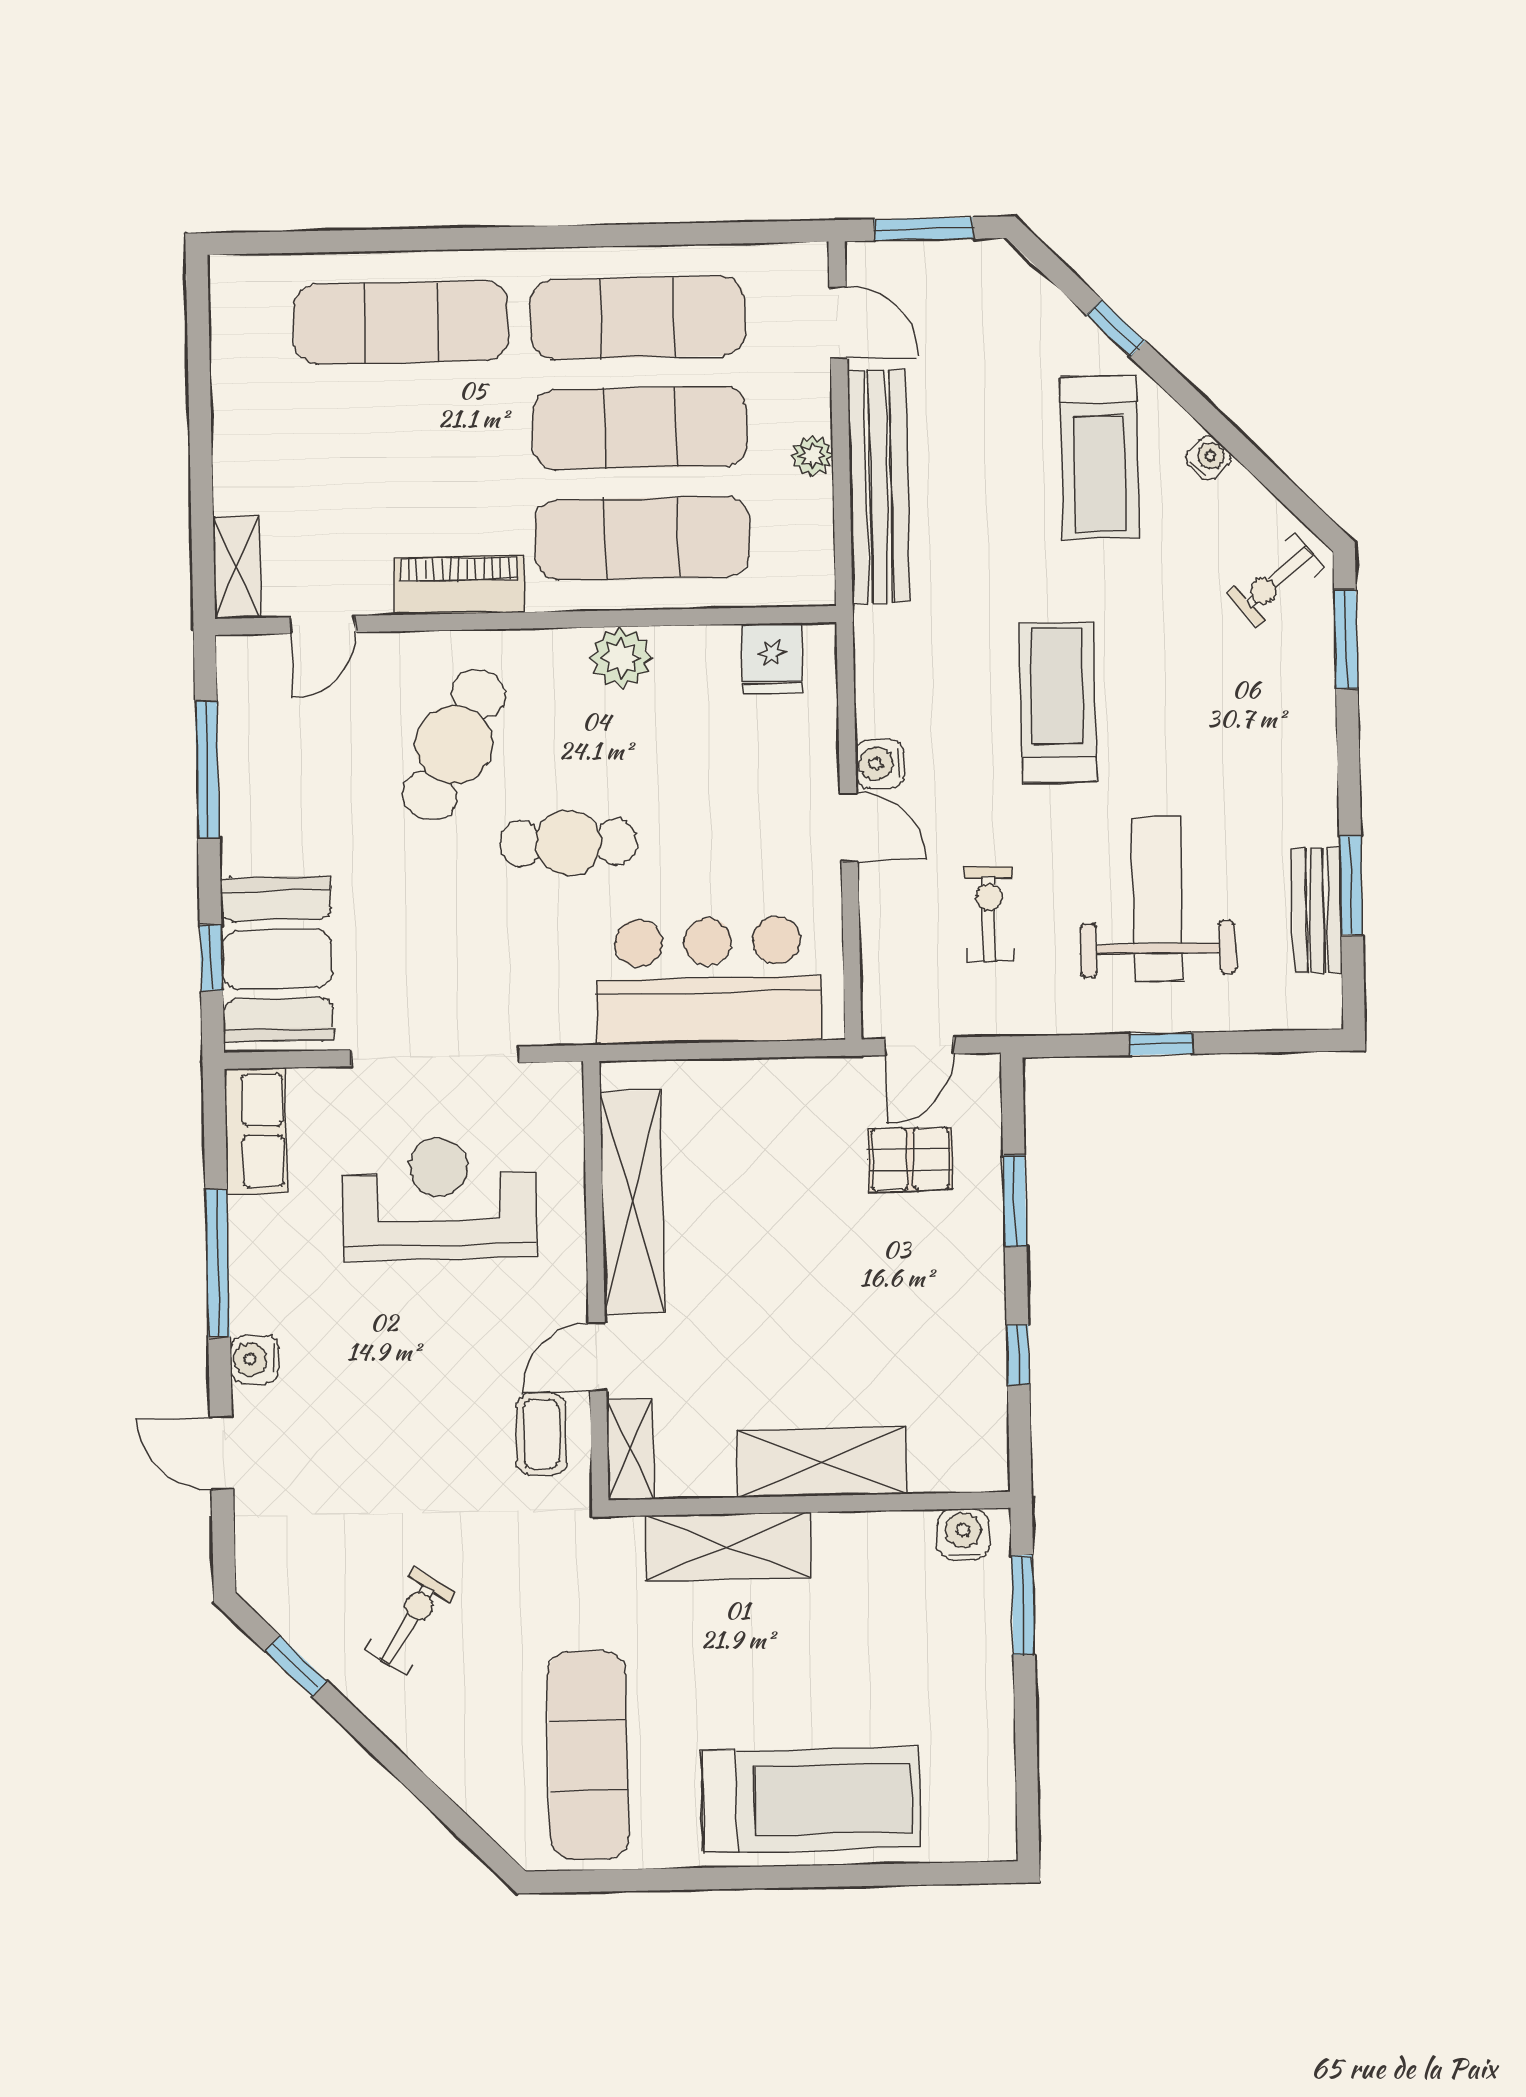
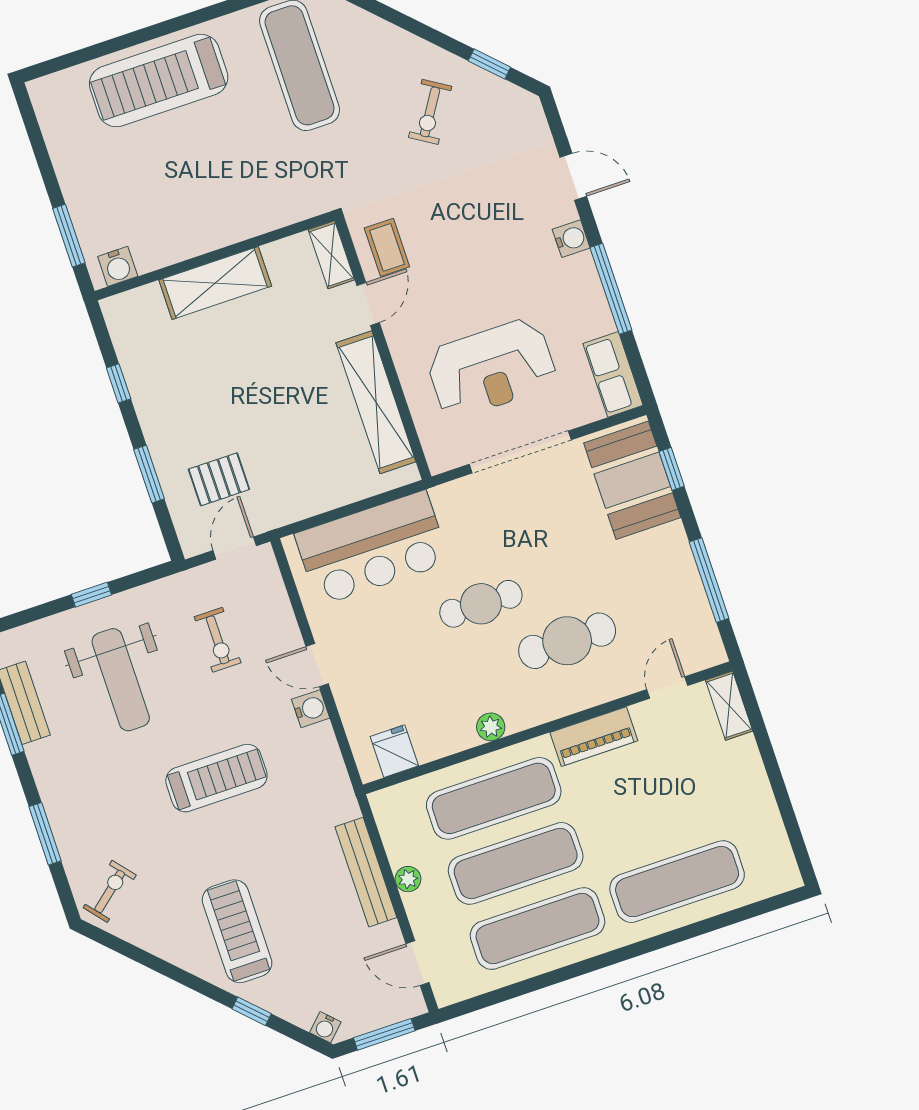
water cooler: (1208, 458) -> (325, 1027), moved
bench: (879, 486) -> (366, 872), width x0.73, depth x0.82
window: (1346, 640) -> (45, 834), moved
plant: (621, 657) -> (491, 727), width x0.73, depth x0.73
treadmill: (1058, 703) -> (216, 778), turned -90
cafe table: (454, 745) -> (567, 641), turned 63
shelving: (728, 1547) -> (255, 215), removed

